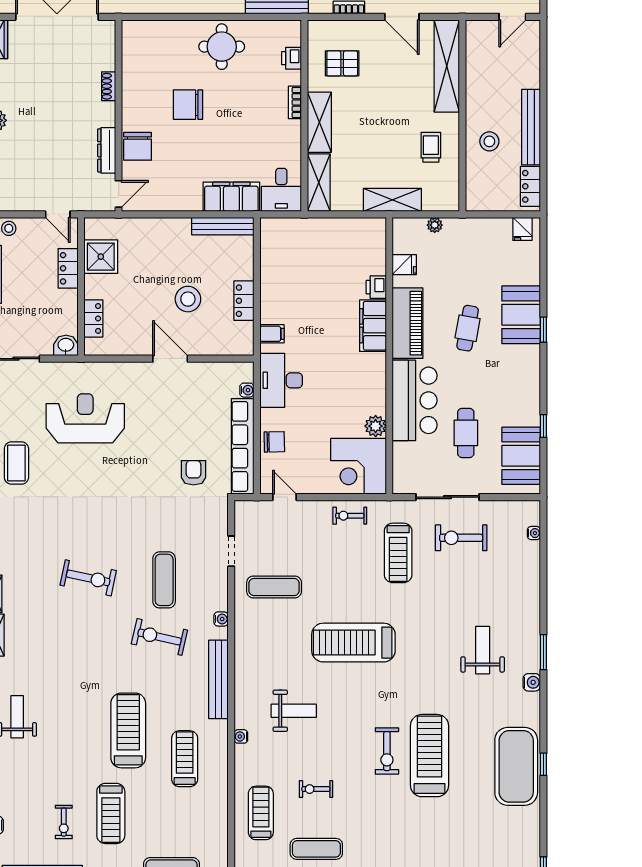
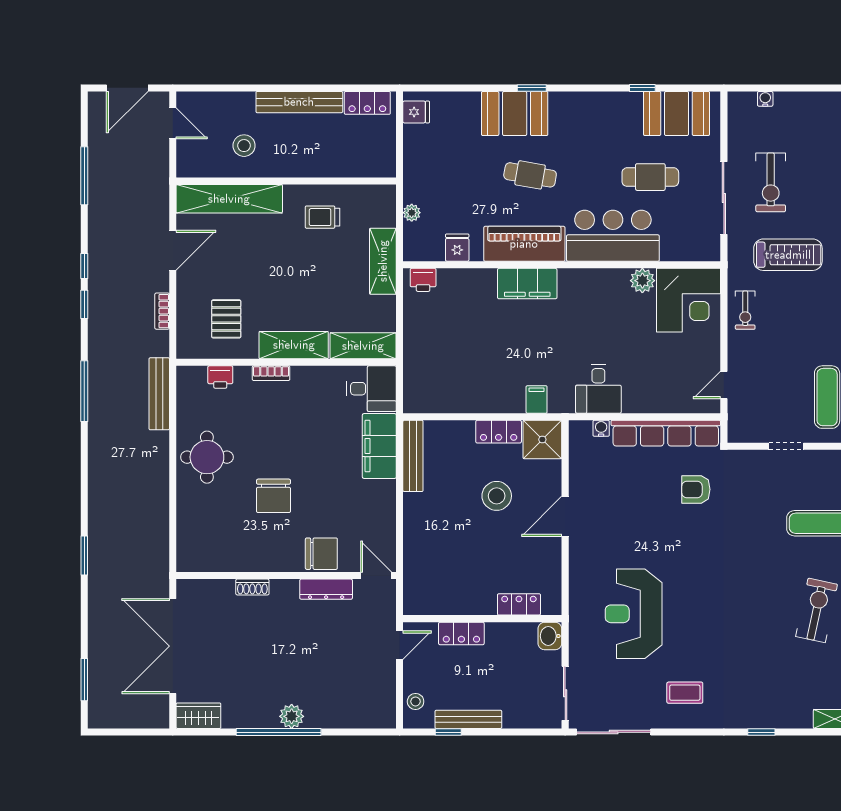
stool: (489, 141) -> (244, 146), moved
shower: (101, 257) -> (542, 439), moved
printer: (376, 287) -> (423, 280), moved
desk: (281, 380) -> (598, 389), width x0.73
chair: (274, 442) -> (661, 397), removed
coffee table: (16, 463) -> (685, 693), width x0.73, depth x0.77

